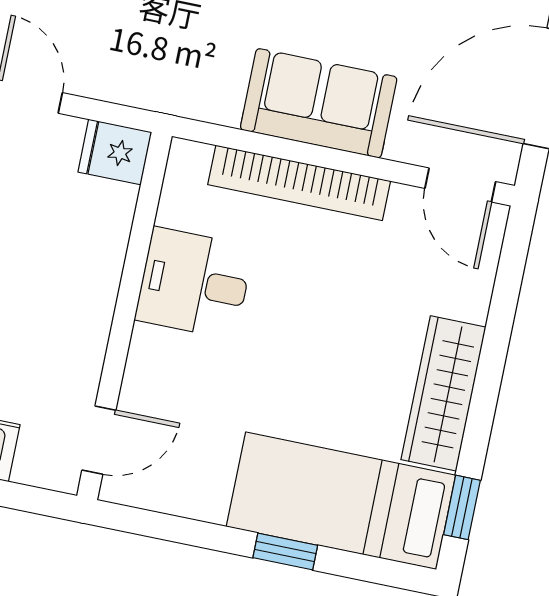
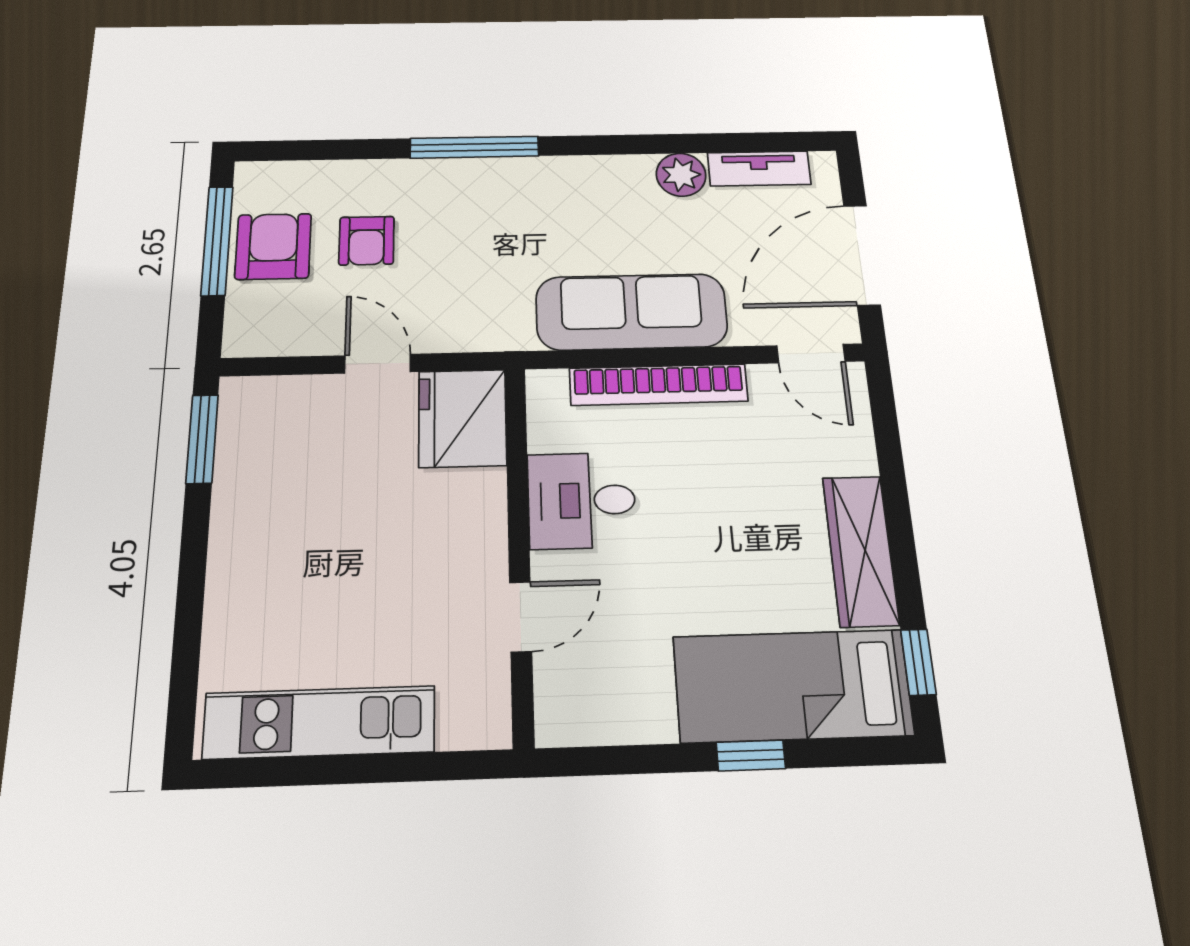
sofa: (319, 103) -> (631, 312), width x1.36
fridge: (115, 152) -> (462, 418), width x1.88, depth x1.34
door: (99, 440) -> (521, 617), moved

